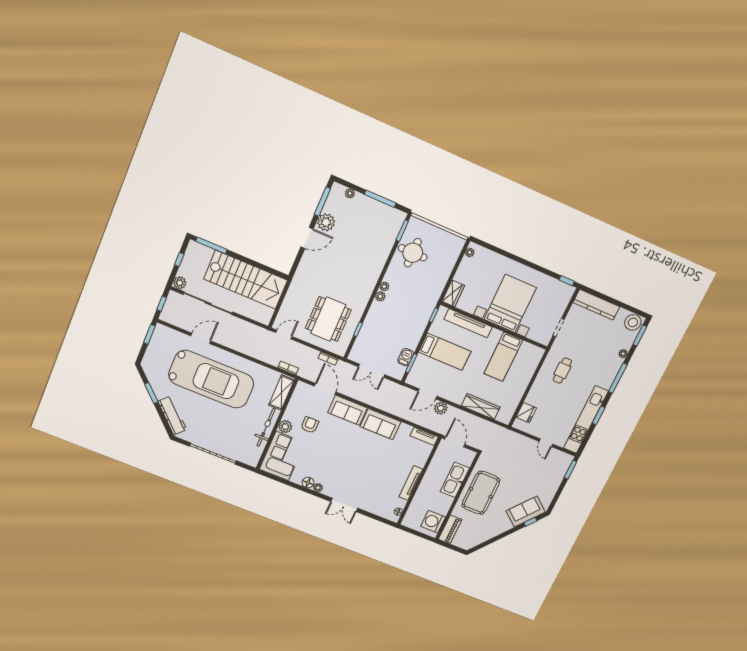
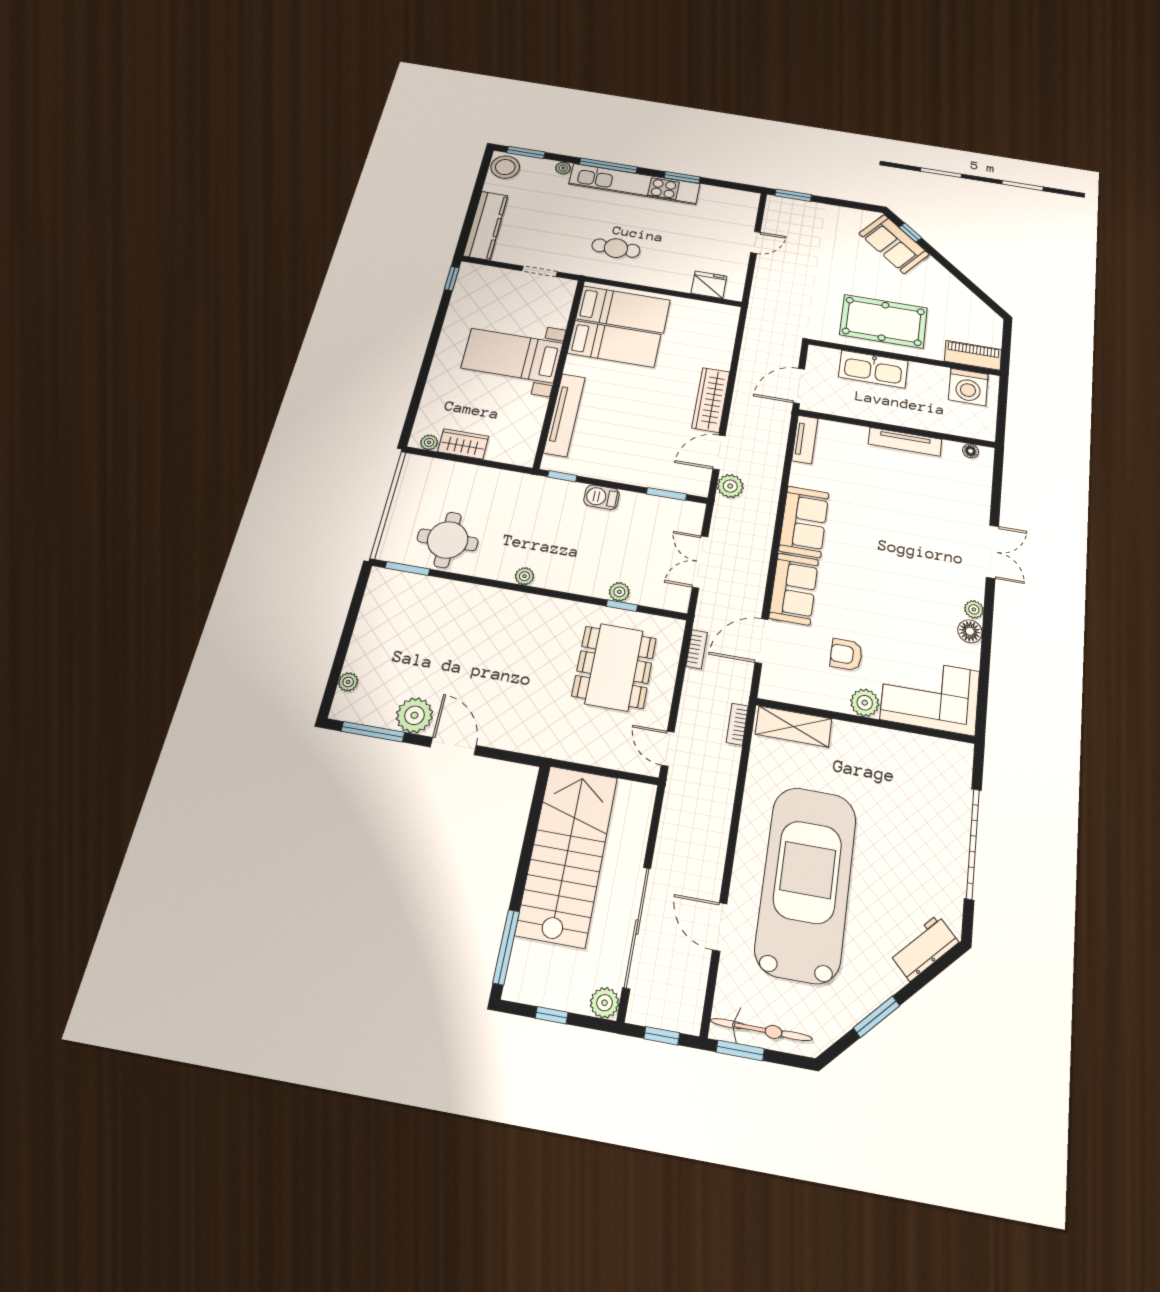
window: (380, 199) -> (350, 622), removed
wardrobe: (453, 293) -> (463, 444), moved
plant: (380, 296) -> (619, 592), moved
bed with nightstands: (510, 304) -> (512, 356), width x0.73
dining table: (328, 319) -> (614, 667), turned 90
bed: (445, 352) -> (623, 309), moved, turned 90
barbecue: (406, 357) -> (602, 497), moved
double door: (372, 371) -> (700, 562), swing flipped
door: (428, 394) -> (719, 452), swing flipped
wardrobe: (481, 407) -> (711, 400), moved
plant: (441, 408) -> (730, 486), moved
workbench: (172, 416) -> (924, 948), width x0.73
kitchen unit: (586, 420) -> (634, 184), moved
bicycle: (266, 427) -> (761, 1030), moved, turned 180

